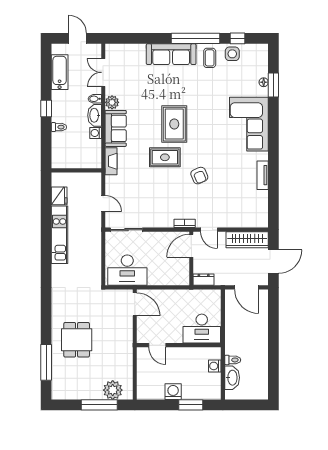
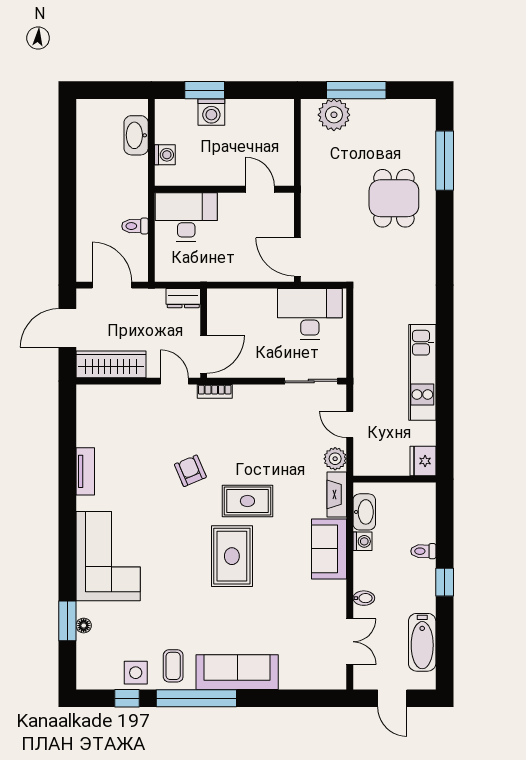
plant: (112, 102) -> (335, 459), moved
washbasin: (95, 115) -> (364, 512), moved
fridge: (59, 196) -> (423, 461), moved
toilet: (233, 360) -> (135, 226), moved
washing machine: (173, 392) -> (211, 112), moved

